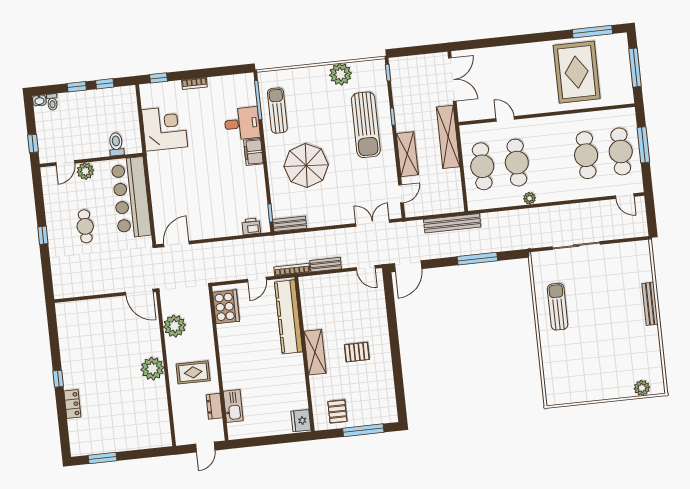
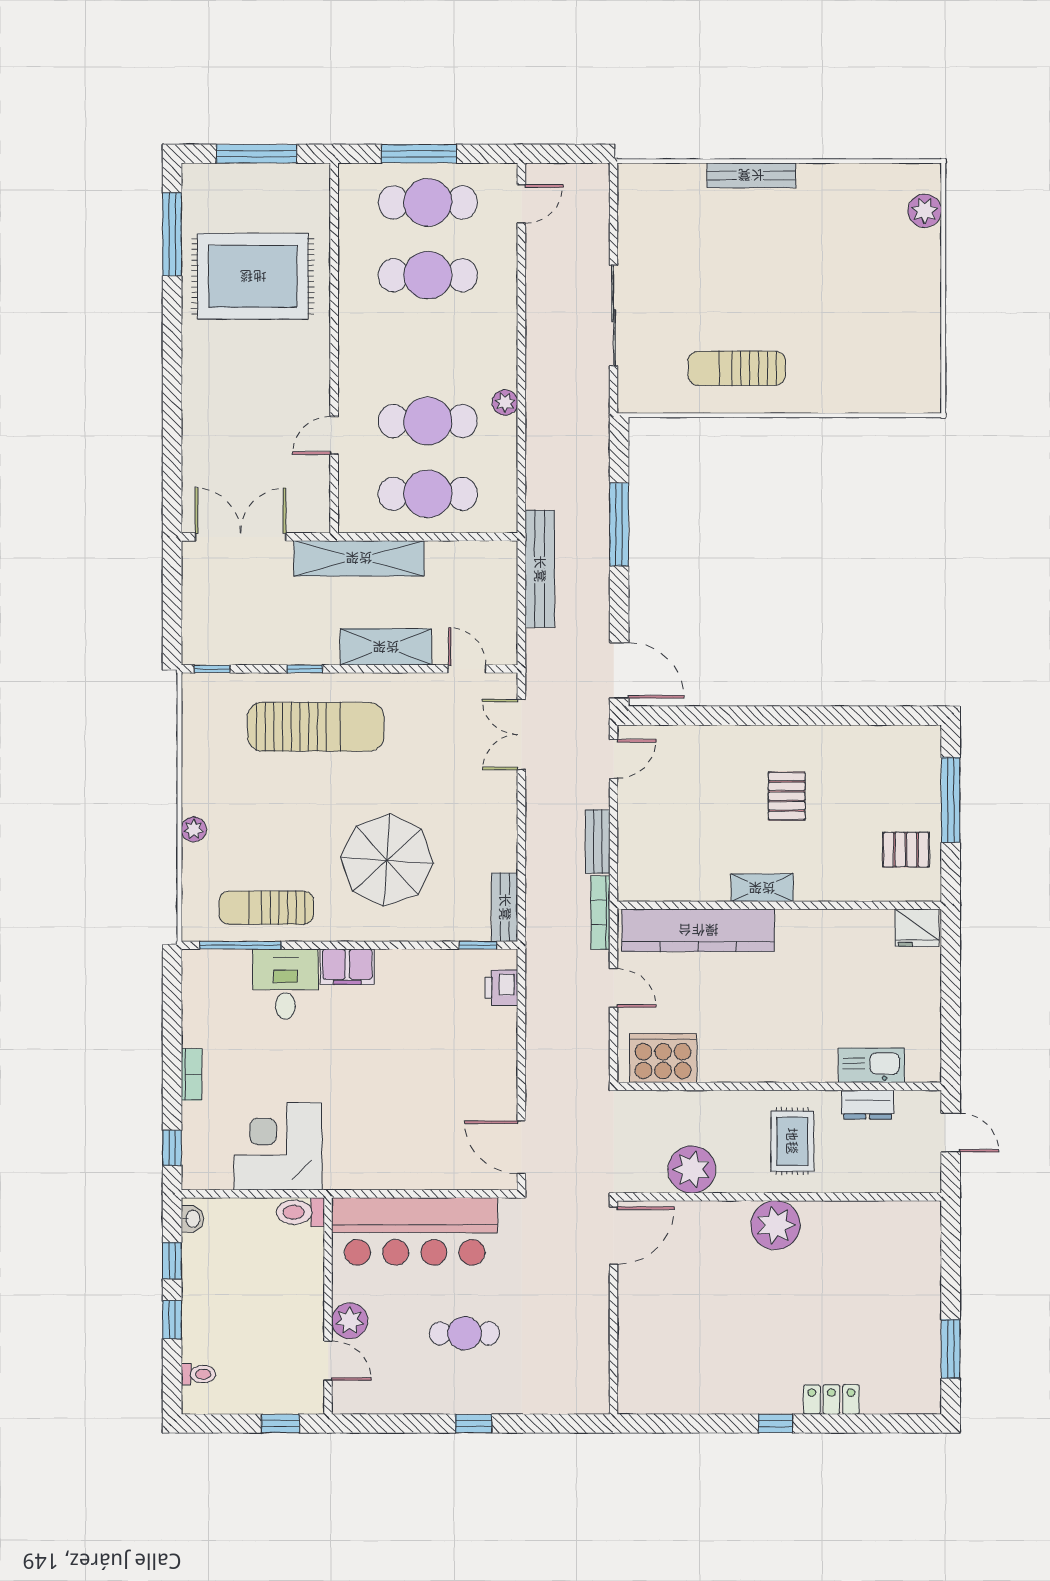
plant: (340, 74) -> (194, 829), moved, width x0.53, depth x0.53
washbasin: (39, 100) -> (192, 1219), moved
toilet: (116, 144) -> (300, 1212), moved
shelving: (315, 352) -> (762, 888), width x0.67, depth x0.75

